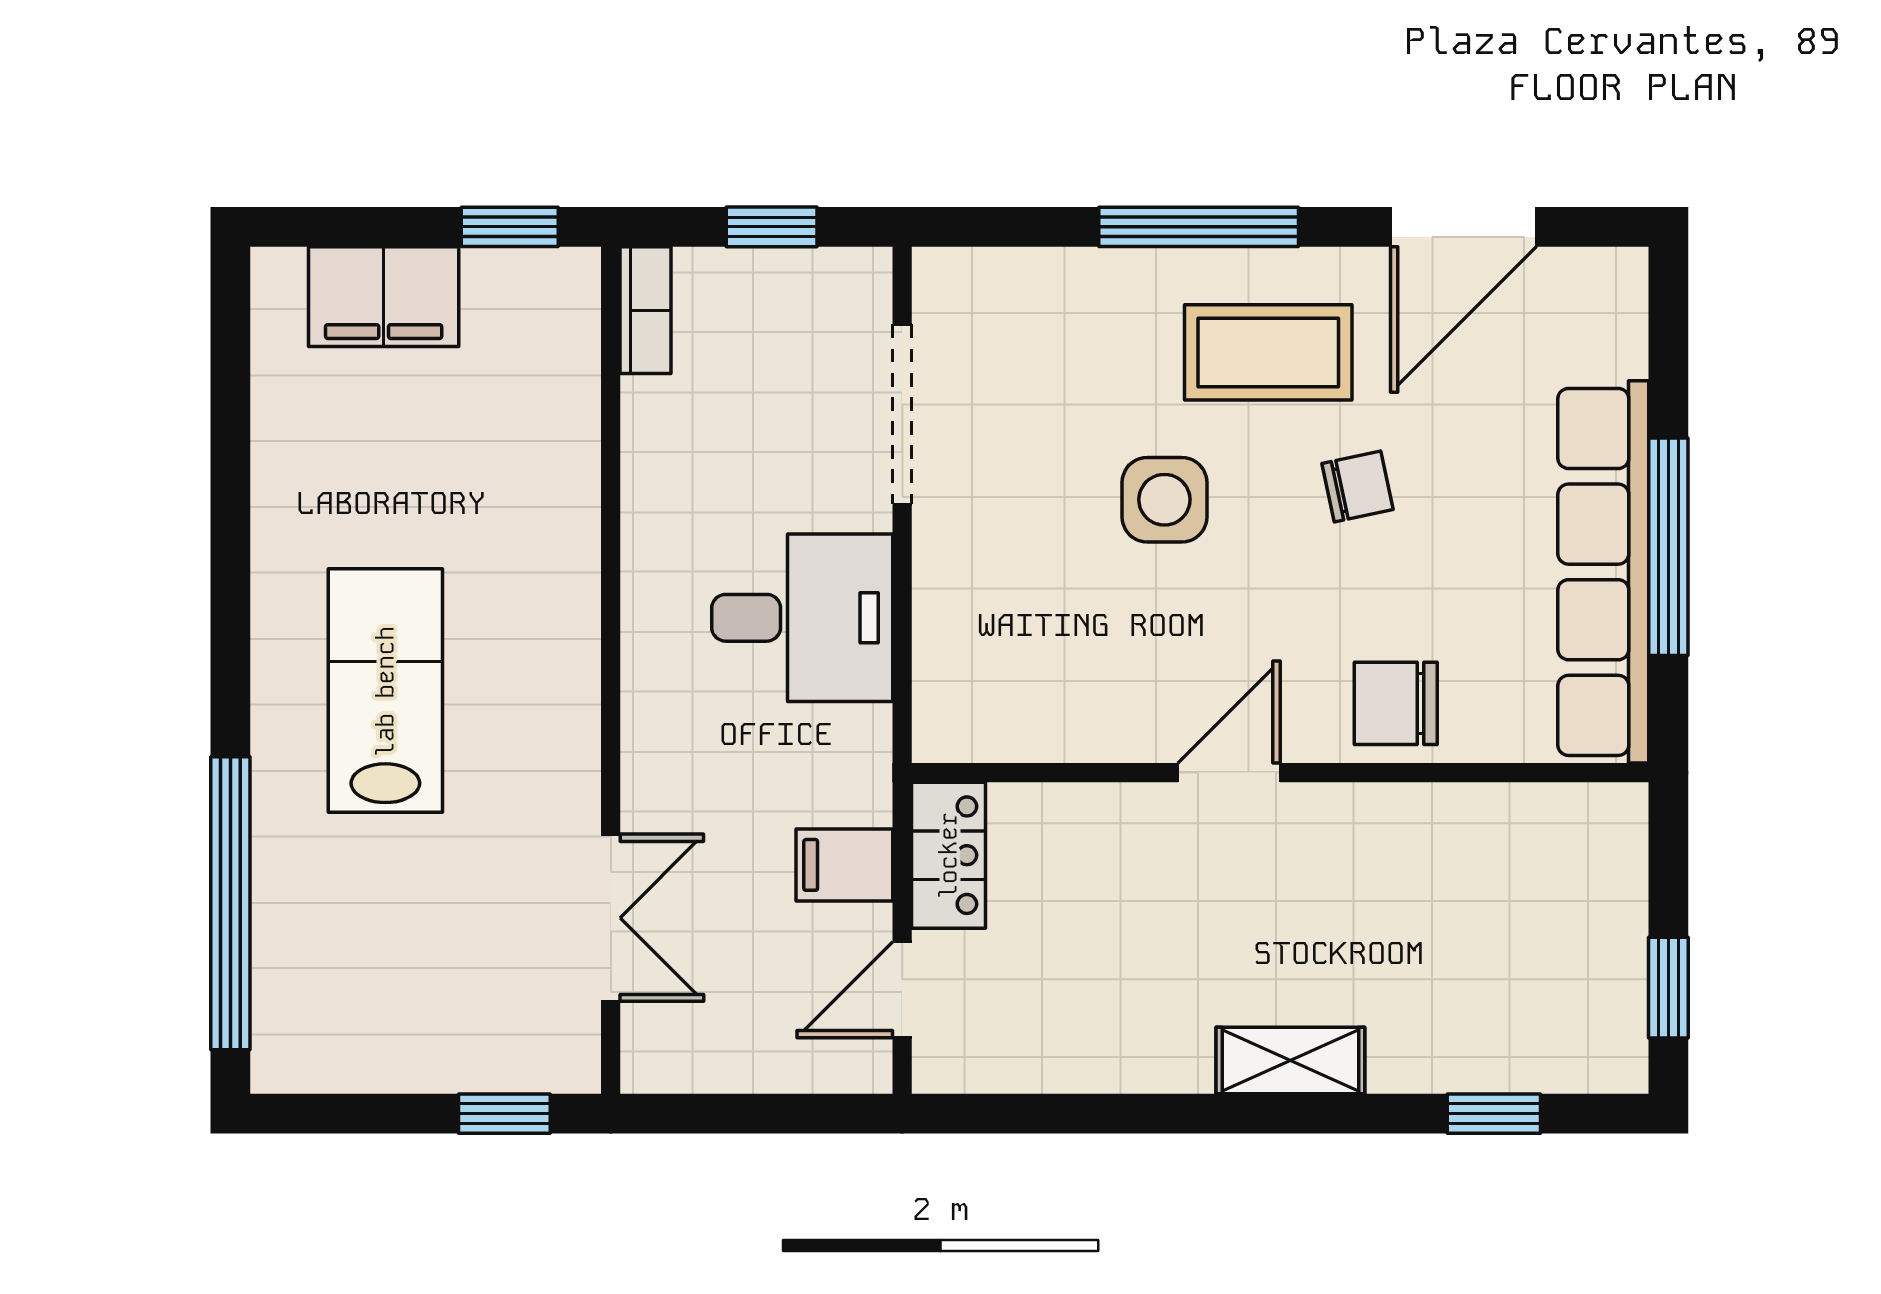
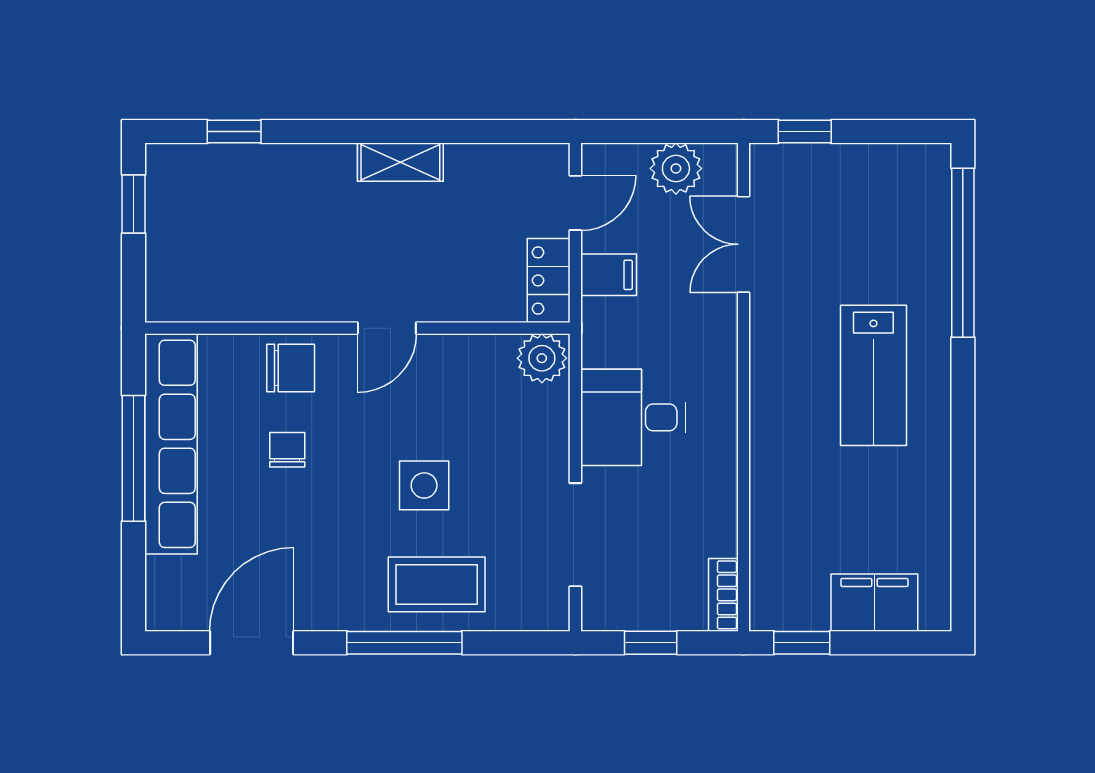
coffee table: (1268, 352) -> (437, 584), moved
chair: (1358, 487) -> (287, 450), moved, turned 102
plant: (960, 720) -> (542, 358), added
plant: (728, 1049) -> (676, 168), added
shelving: (1290, 1061) -> (400, 162), moved

